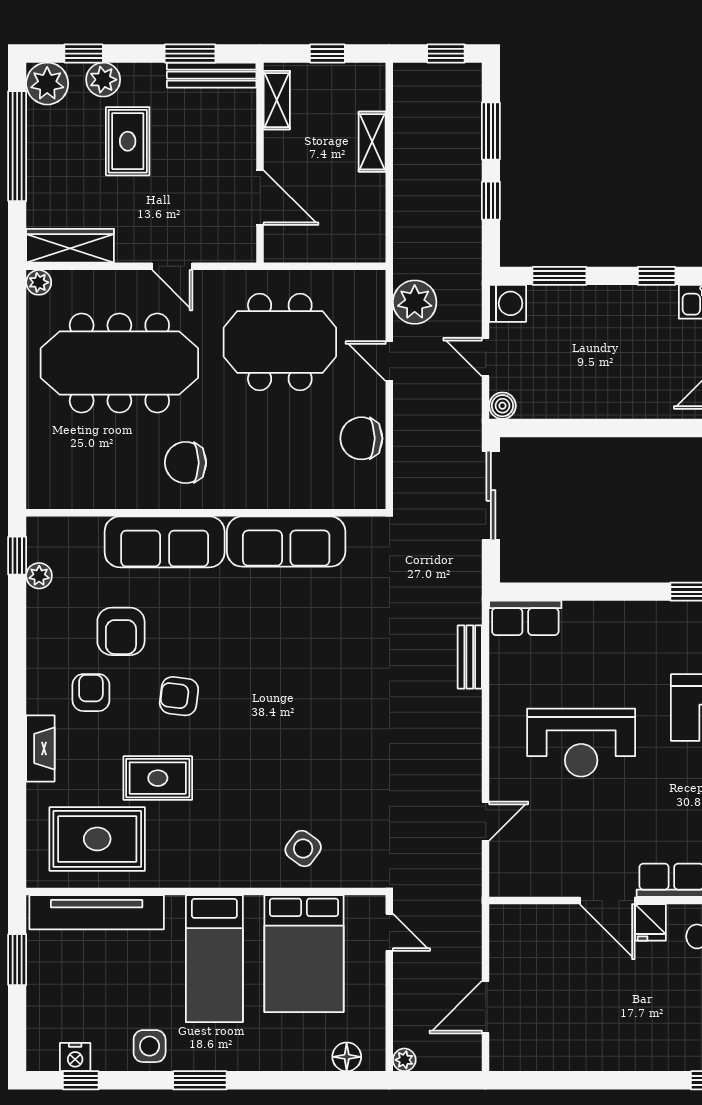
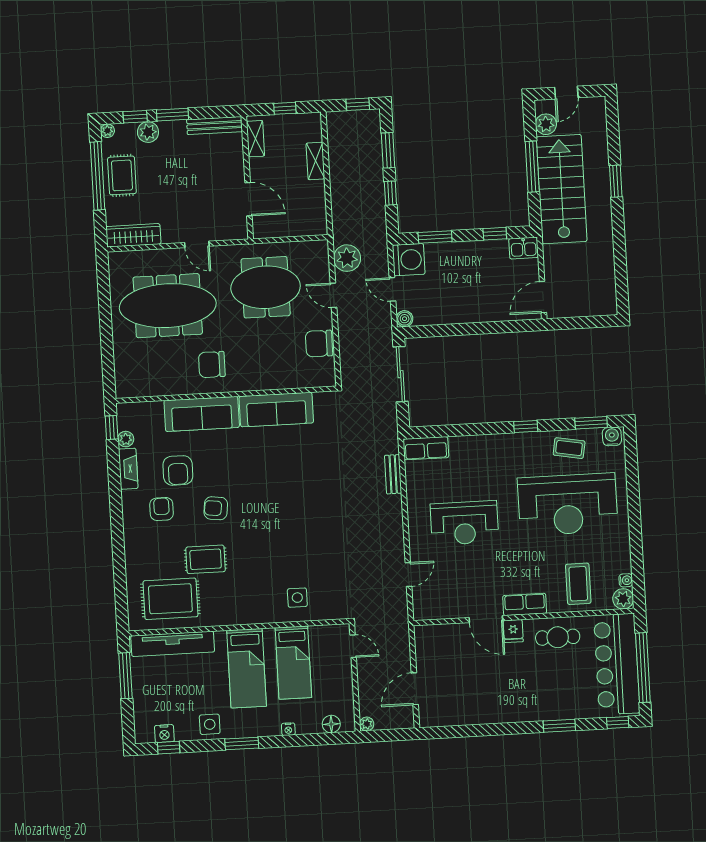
window: (190, 54) -> (172, 115), moved
plant: (47, 84) -> (107, 131), width x0.53, depth x0.53
rug: (128, 141) -> (122, 175), moved
plant: (39, 282) -> (115, 259), removed
washing machine: (508, 303) -> (409, 260), width x1.37, depth x1.37
fireplace: (40, 748) -> (128, 469), moved
side table: (303, 849) -> (297, 598), turned -36
bed: (304, 954) -> (293, 663), width x0.67
window: (17, 960) -> (125, 676), width x1.44
nightstand: (277, 1061) -> (288, 729), added

